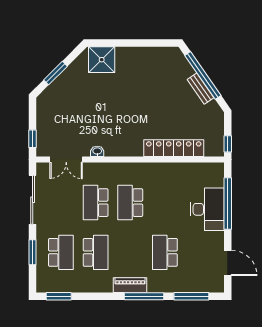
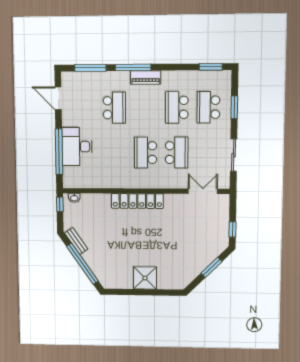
shower: (102, 60) -> (145, 278), moved
bench: (201, 89) -> (76, 241), moved
window: (33, 139) -> (232, 229), moved
locker: (174, 148) -> (137, 201), moved
washbasin: (97, 151) -> (74, 198), moved
sliding door: (33, 200) -> (234, 155), width x0.73
school desk: (130, 203) -> (146, 153), turned 180

